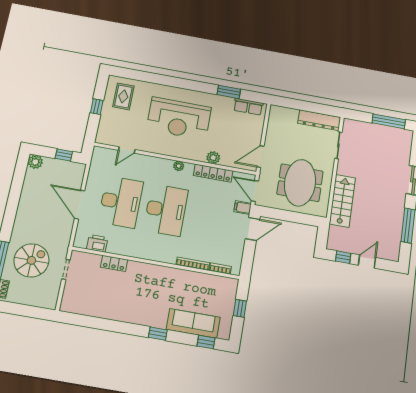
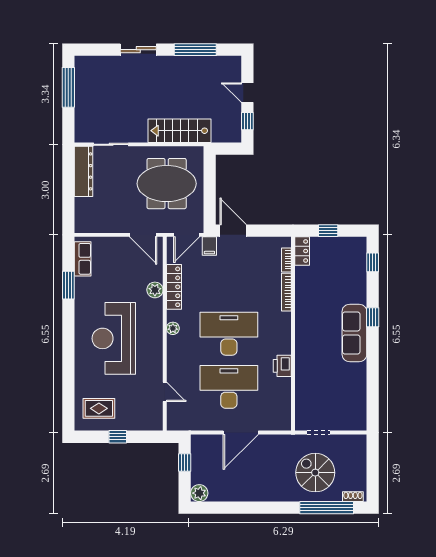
reception desk: (179, 118) -> (114, 338), turned 180
printer: (97, 243) -> (282, 366), moved
locker: (114, 263) -> (302, 251), moved
sofa: (193, 323) -> (354, 333), moved

